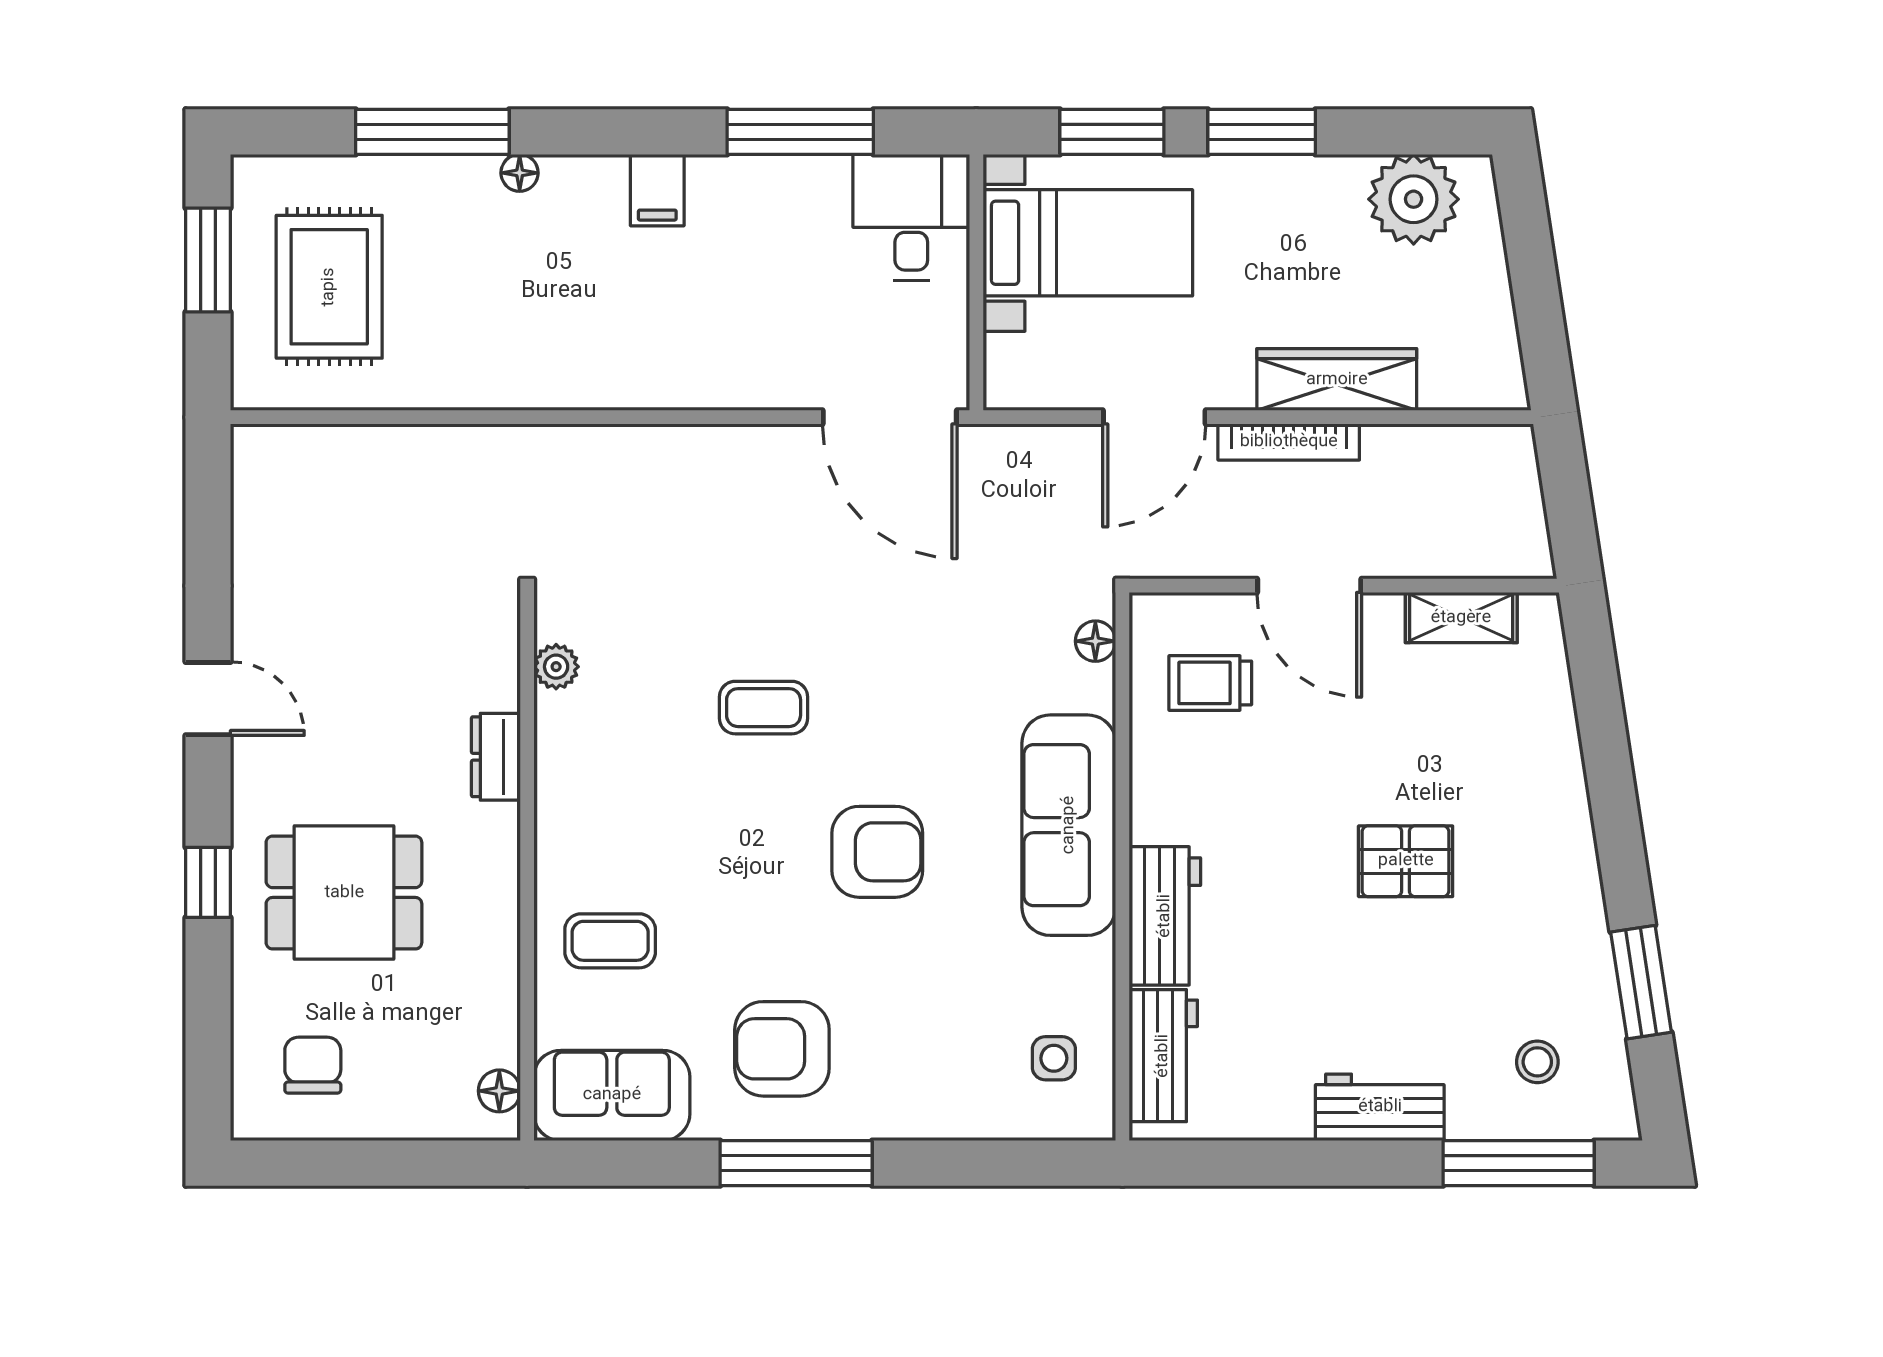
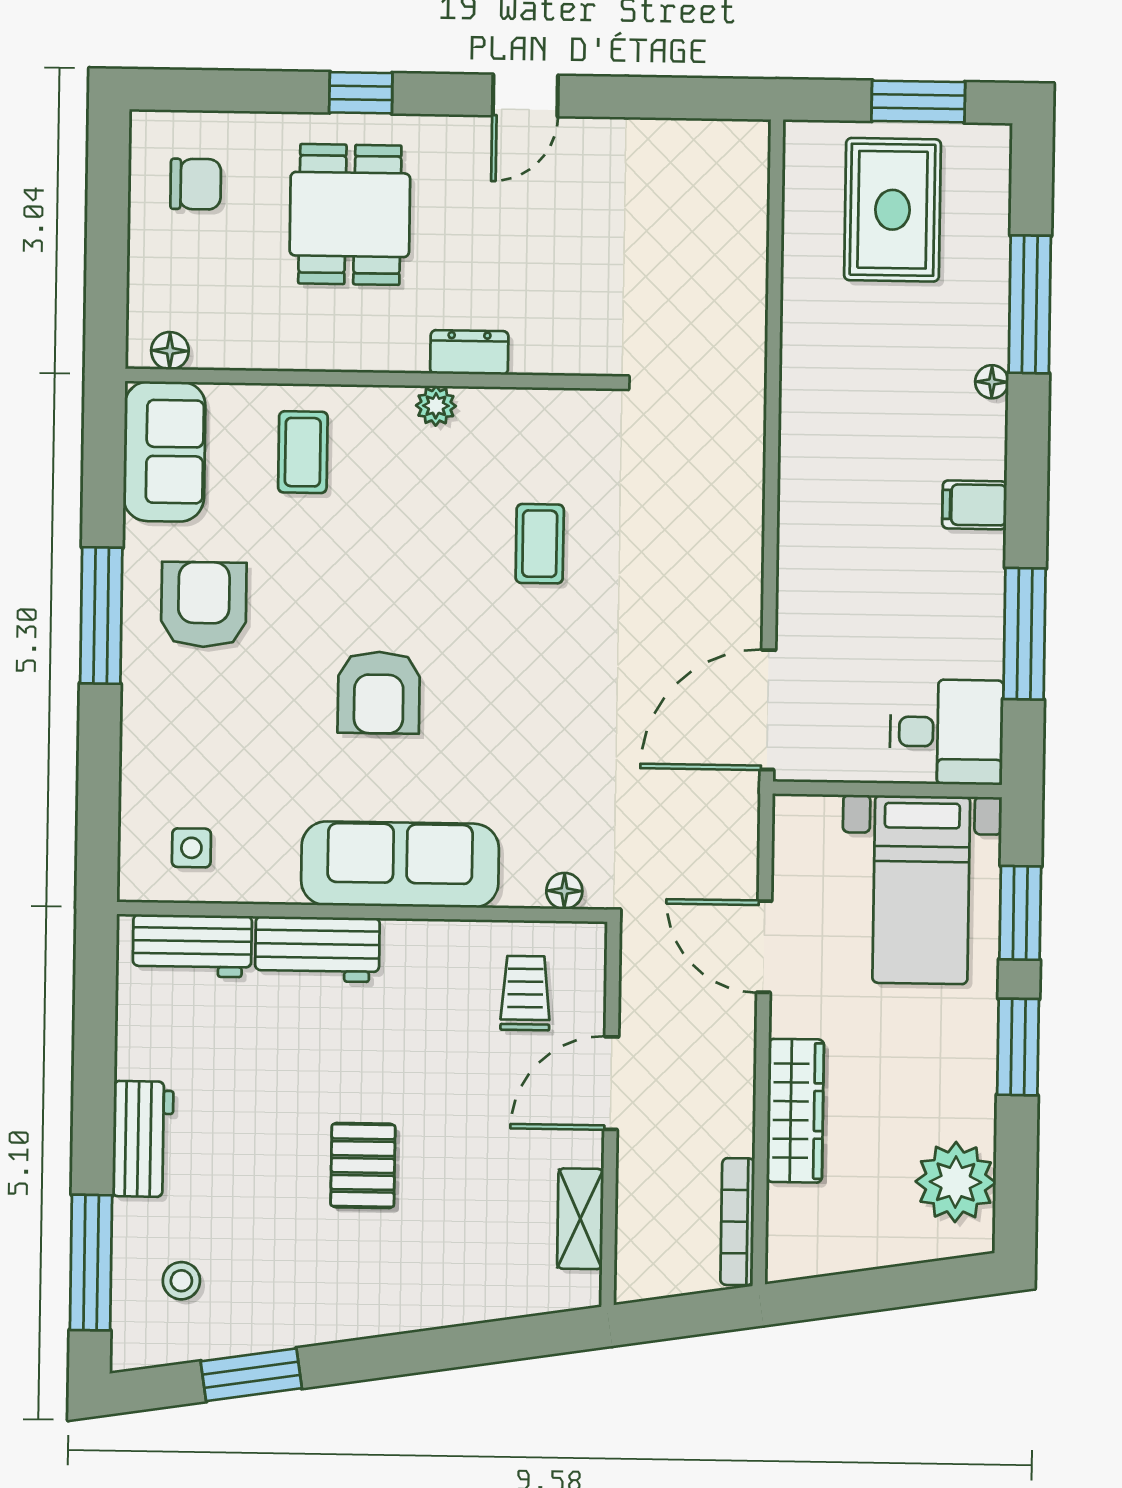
rug: (329, 287) -> (892, 210), turned 90
bookcase: (1289, 442) -> (738, 1222), moved
plant: (556, 667) -> (436, 406), moved
coffee table: (764, 708) -> (540, 544), moved

